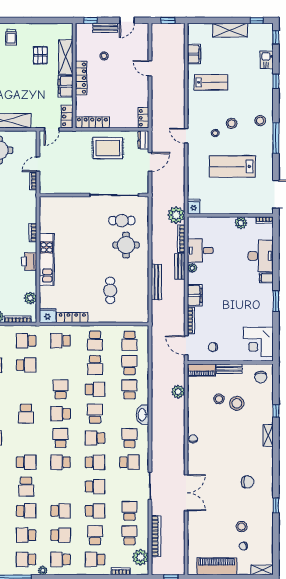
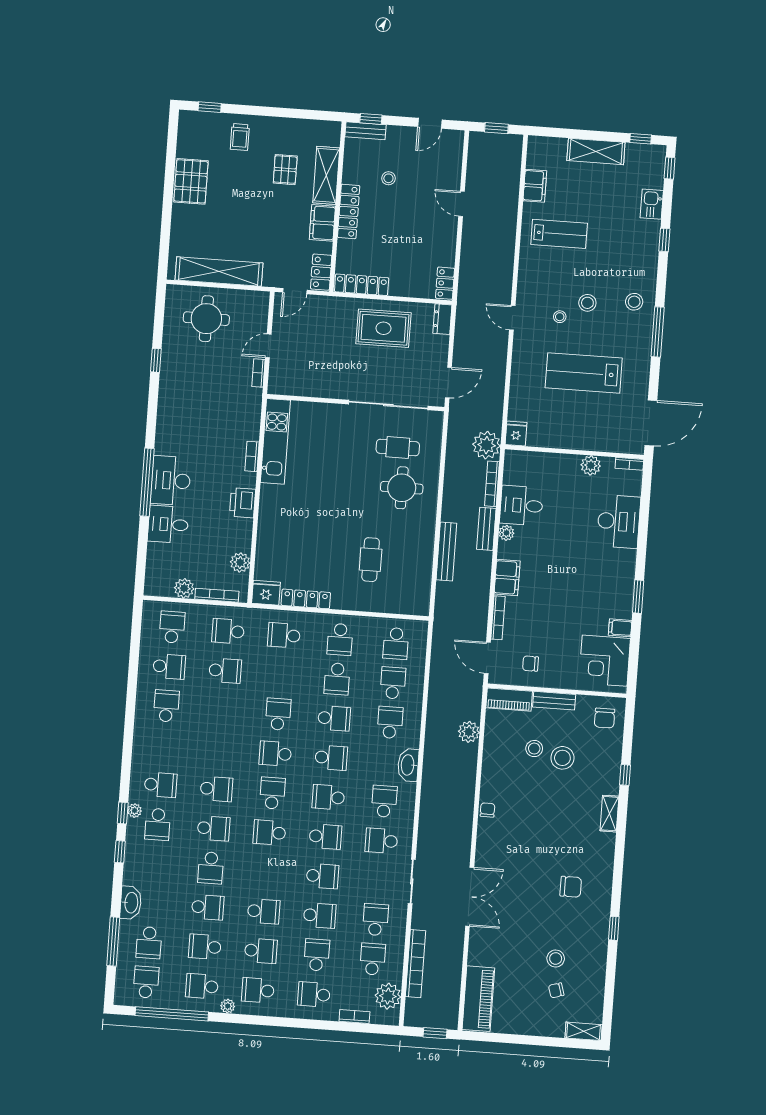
bench: (105, 28) -> (365, 131), moved
door: (150, 162) -> (448, 383), moved
kitchen unit: (47, 259) -> (275, 441), moved
filing cabinet: (266, 278) -> (620, 628), moved
school desk: (26, 414) -> (216, 789), moved, turned -90
school desk: (95, 414) -> (331, 758), turned 90
school desk: (129, 462) -> (381, 841), turned 180
piano: (217, 566) -> (478, 999), moved, turned 90

